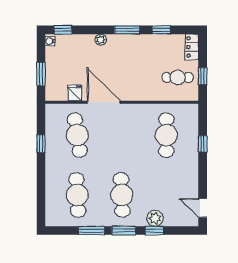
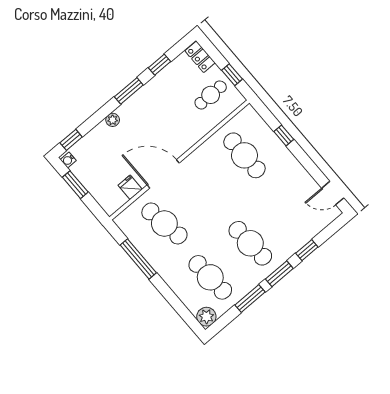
window: (41, 74) -> (75, 185), moved
window: (41, 144) -> (138, 259), width x2.17
plant: (155, 218) -> (206, 317), moved

